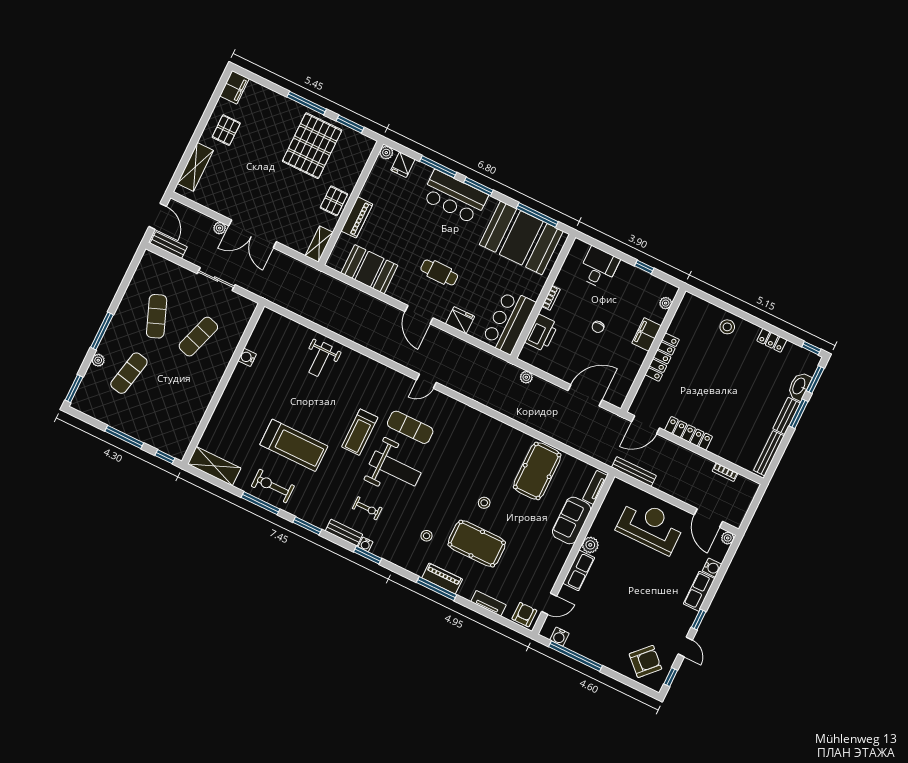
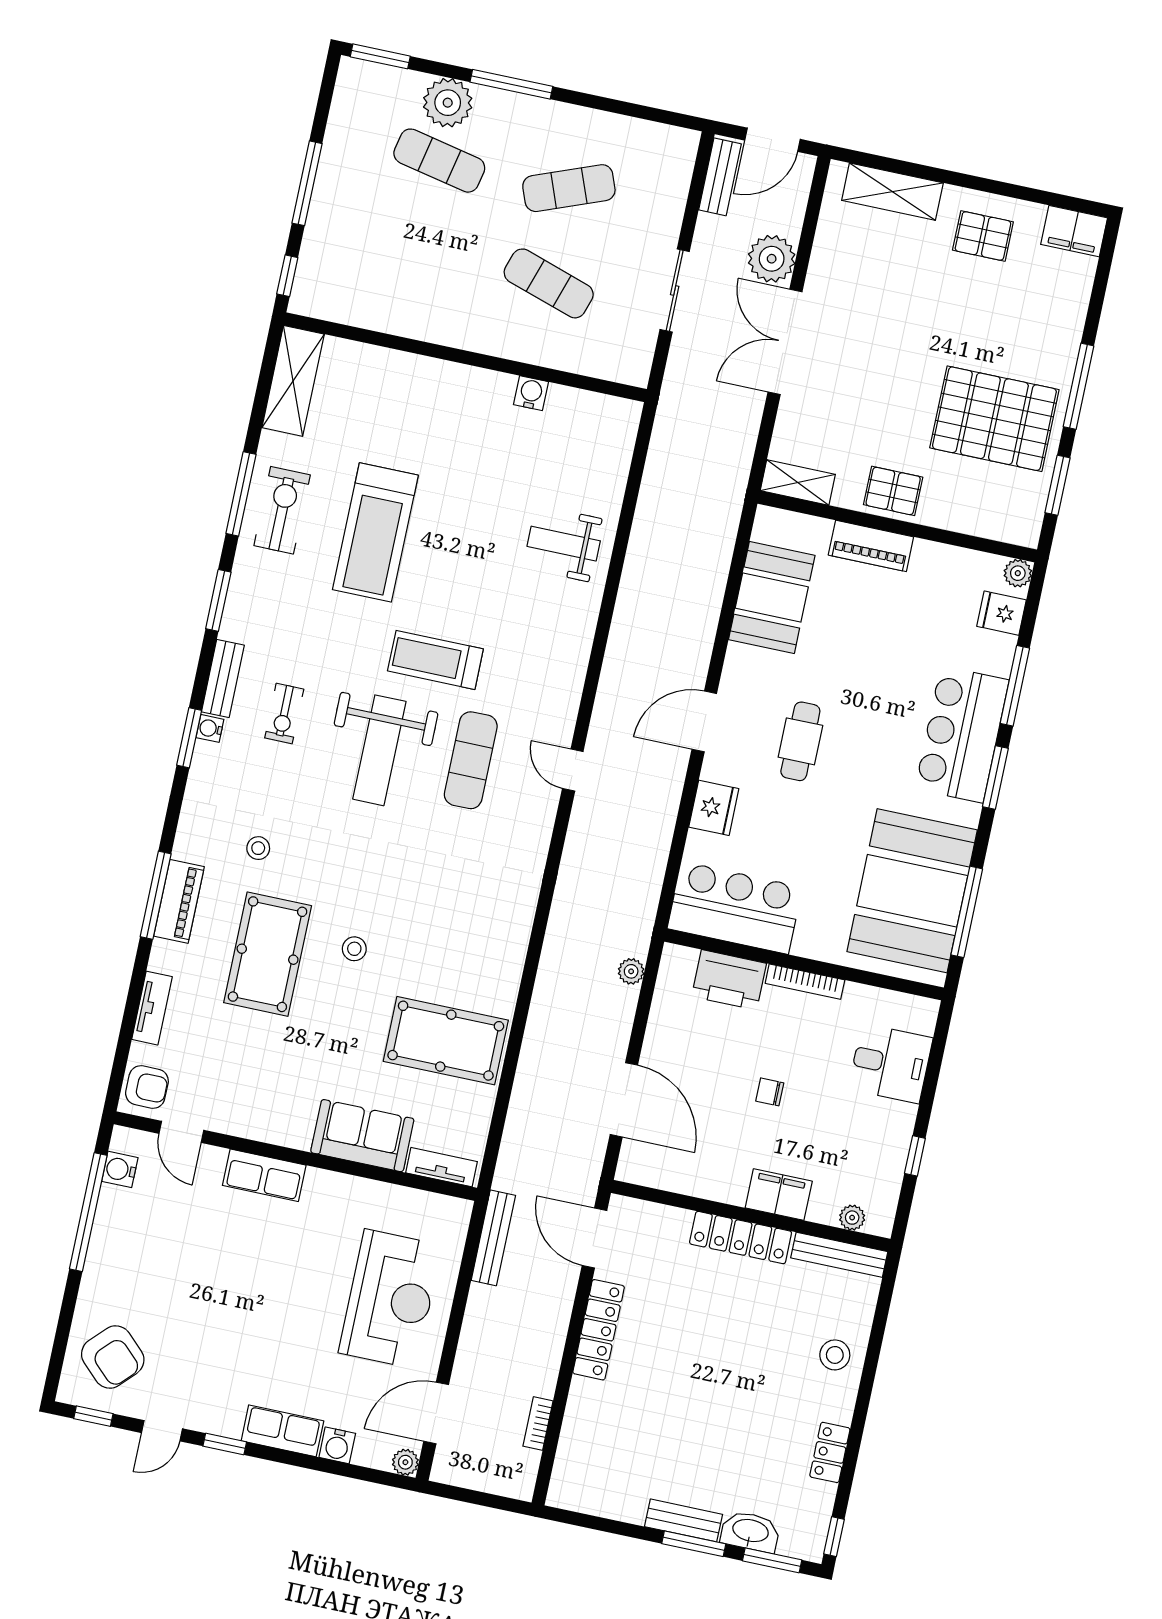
plant: (220, 228) -> (772, 259), width x1.88, depth x1.88
bookcase: (551, 298) -> (805, 982), width x1.56
plant: (98, 360) -> (448, 103), width x1.88, depth x1.88
bench: (769, 453) -> (839, 1255), moved
plant: (590, 545) -> (322, 1186), removed

